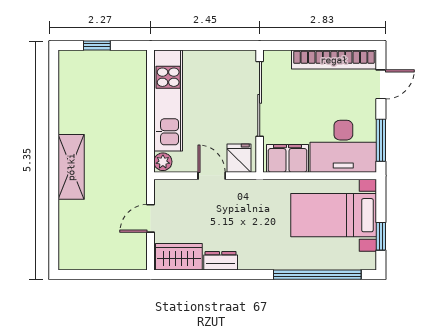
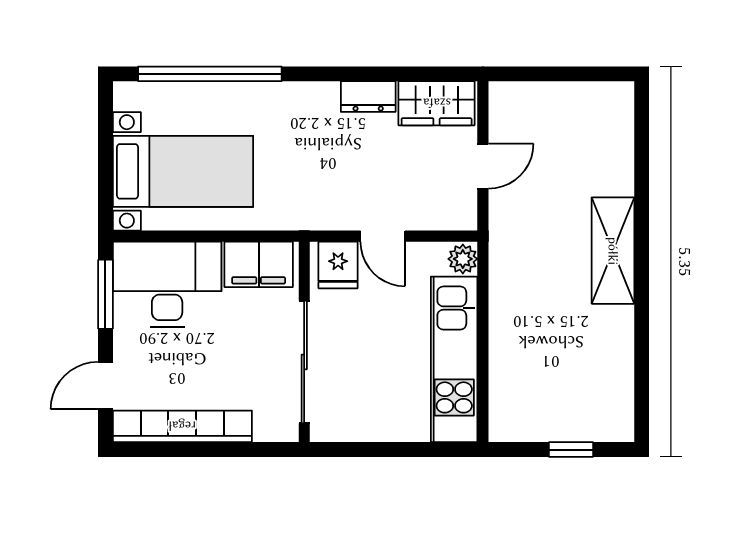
window: (381, 236) -> (105, 137), removed

